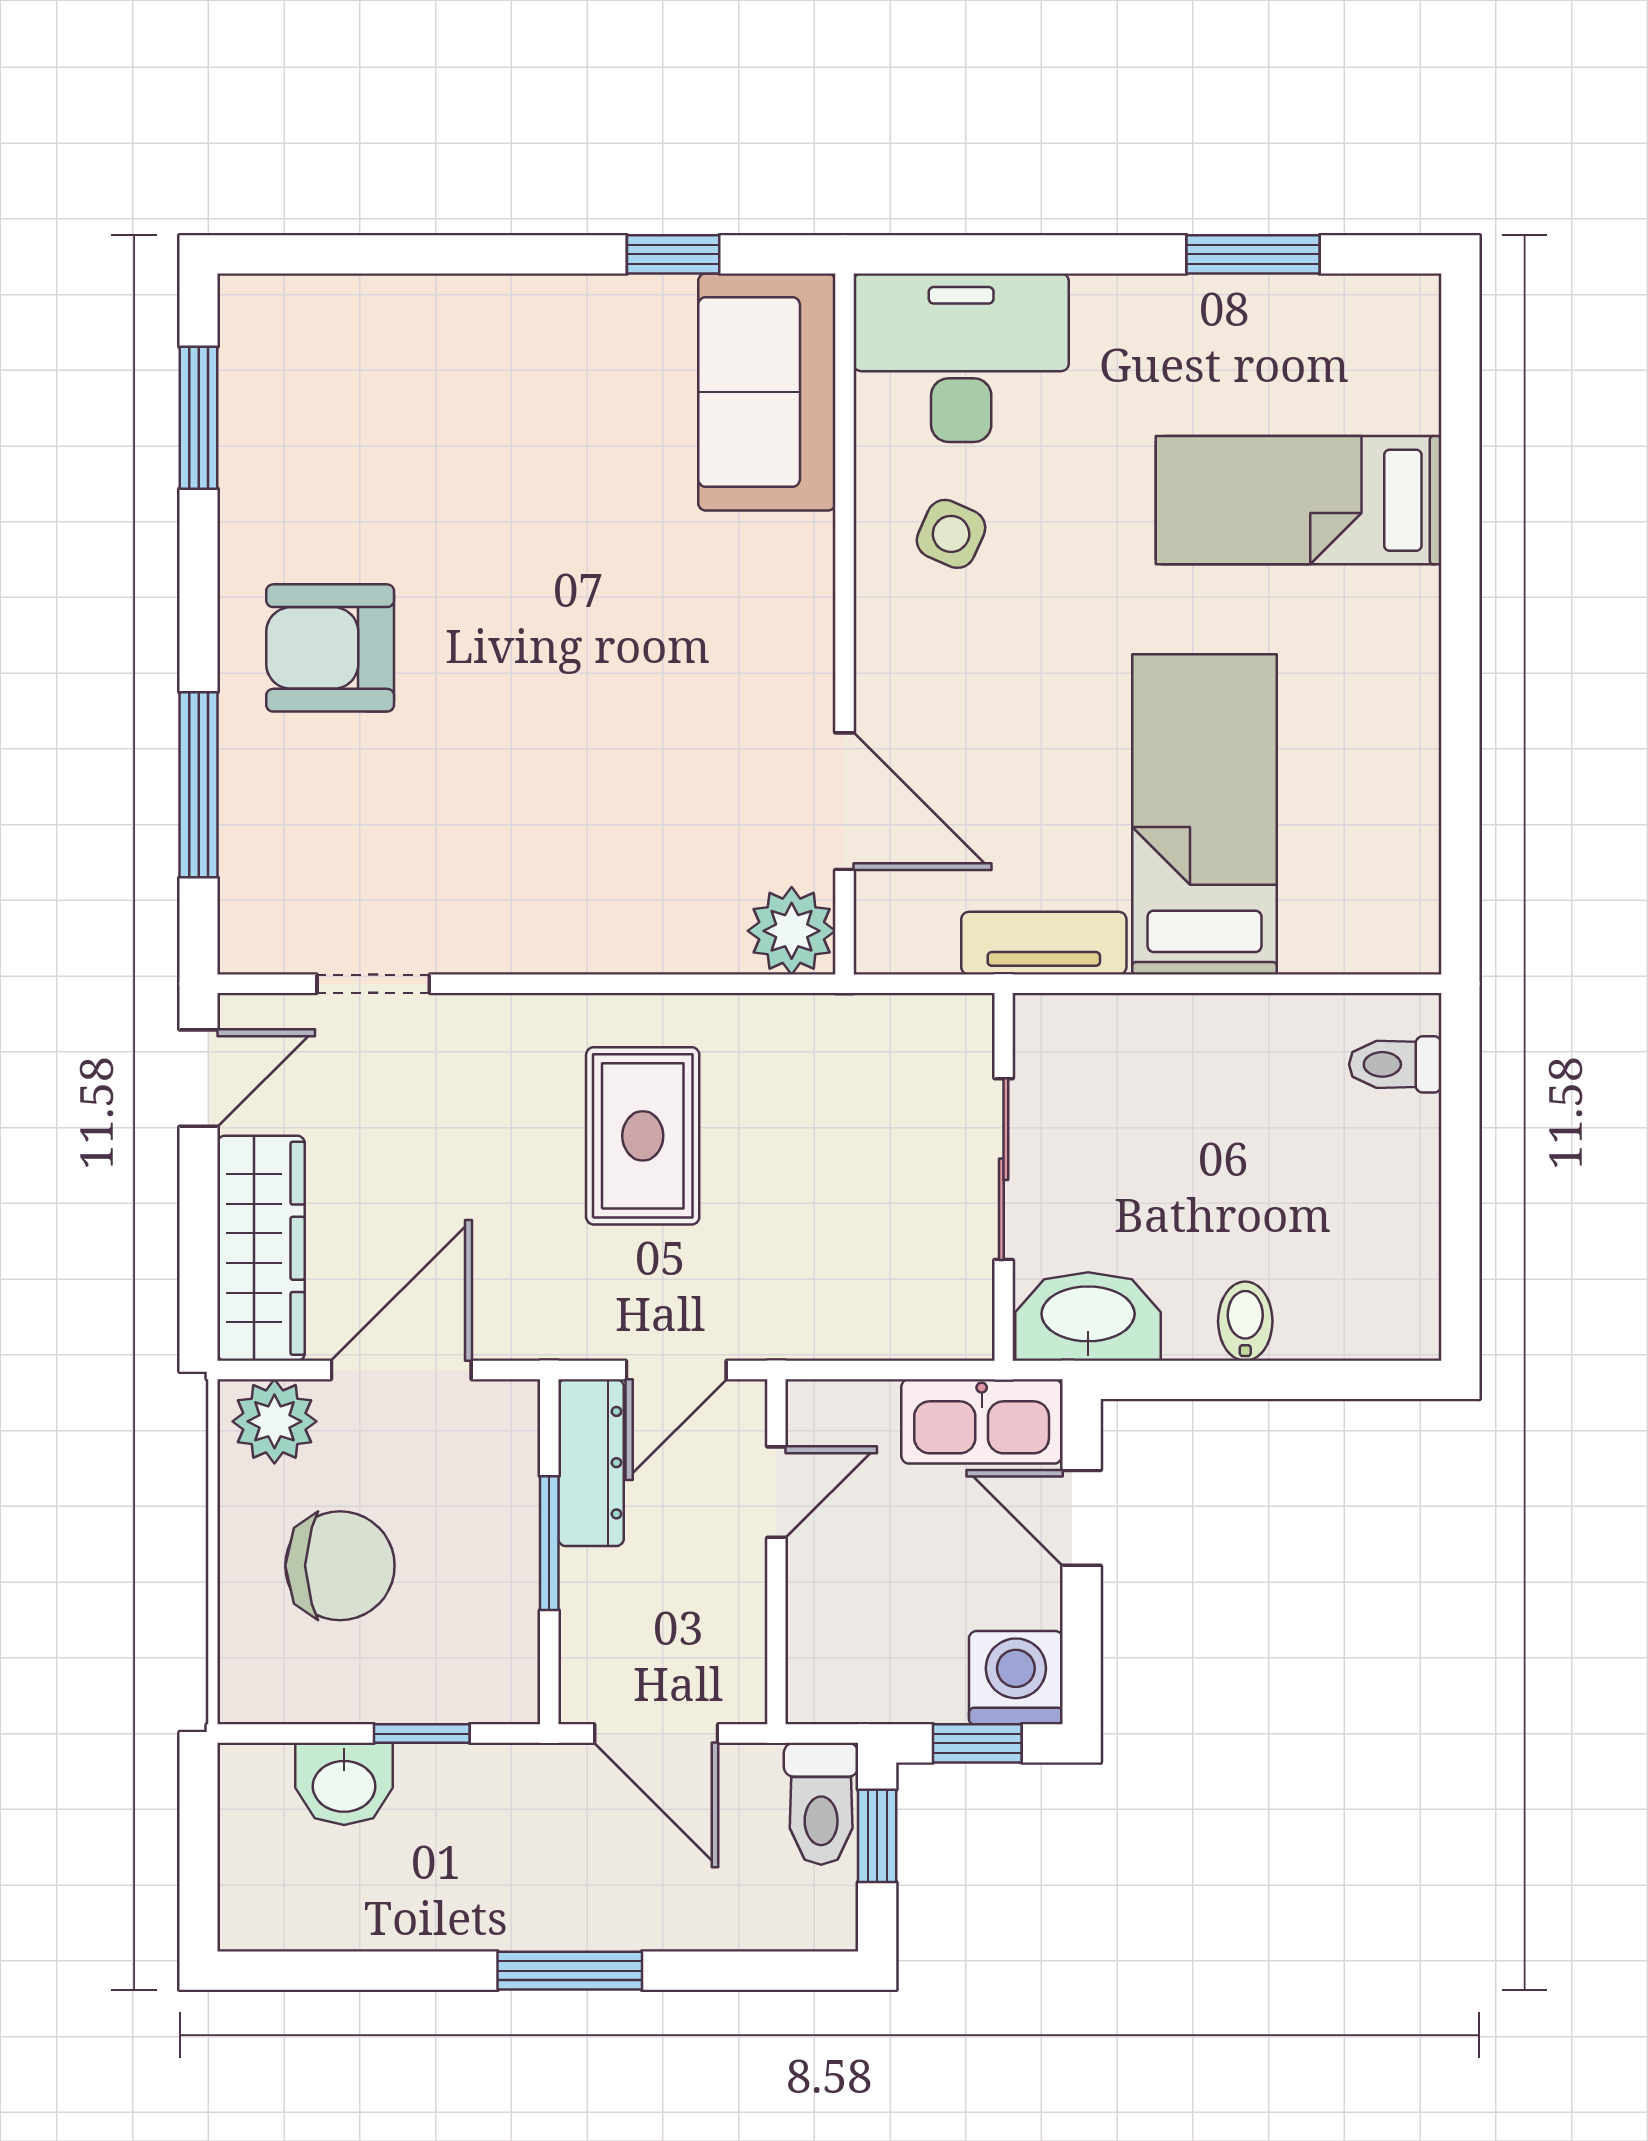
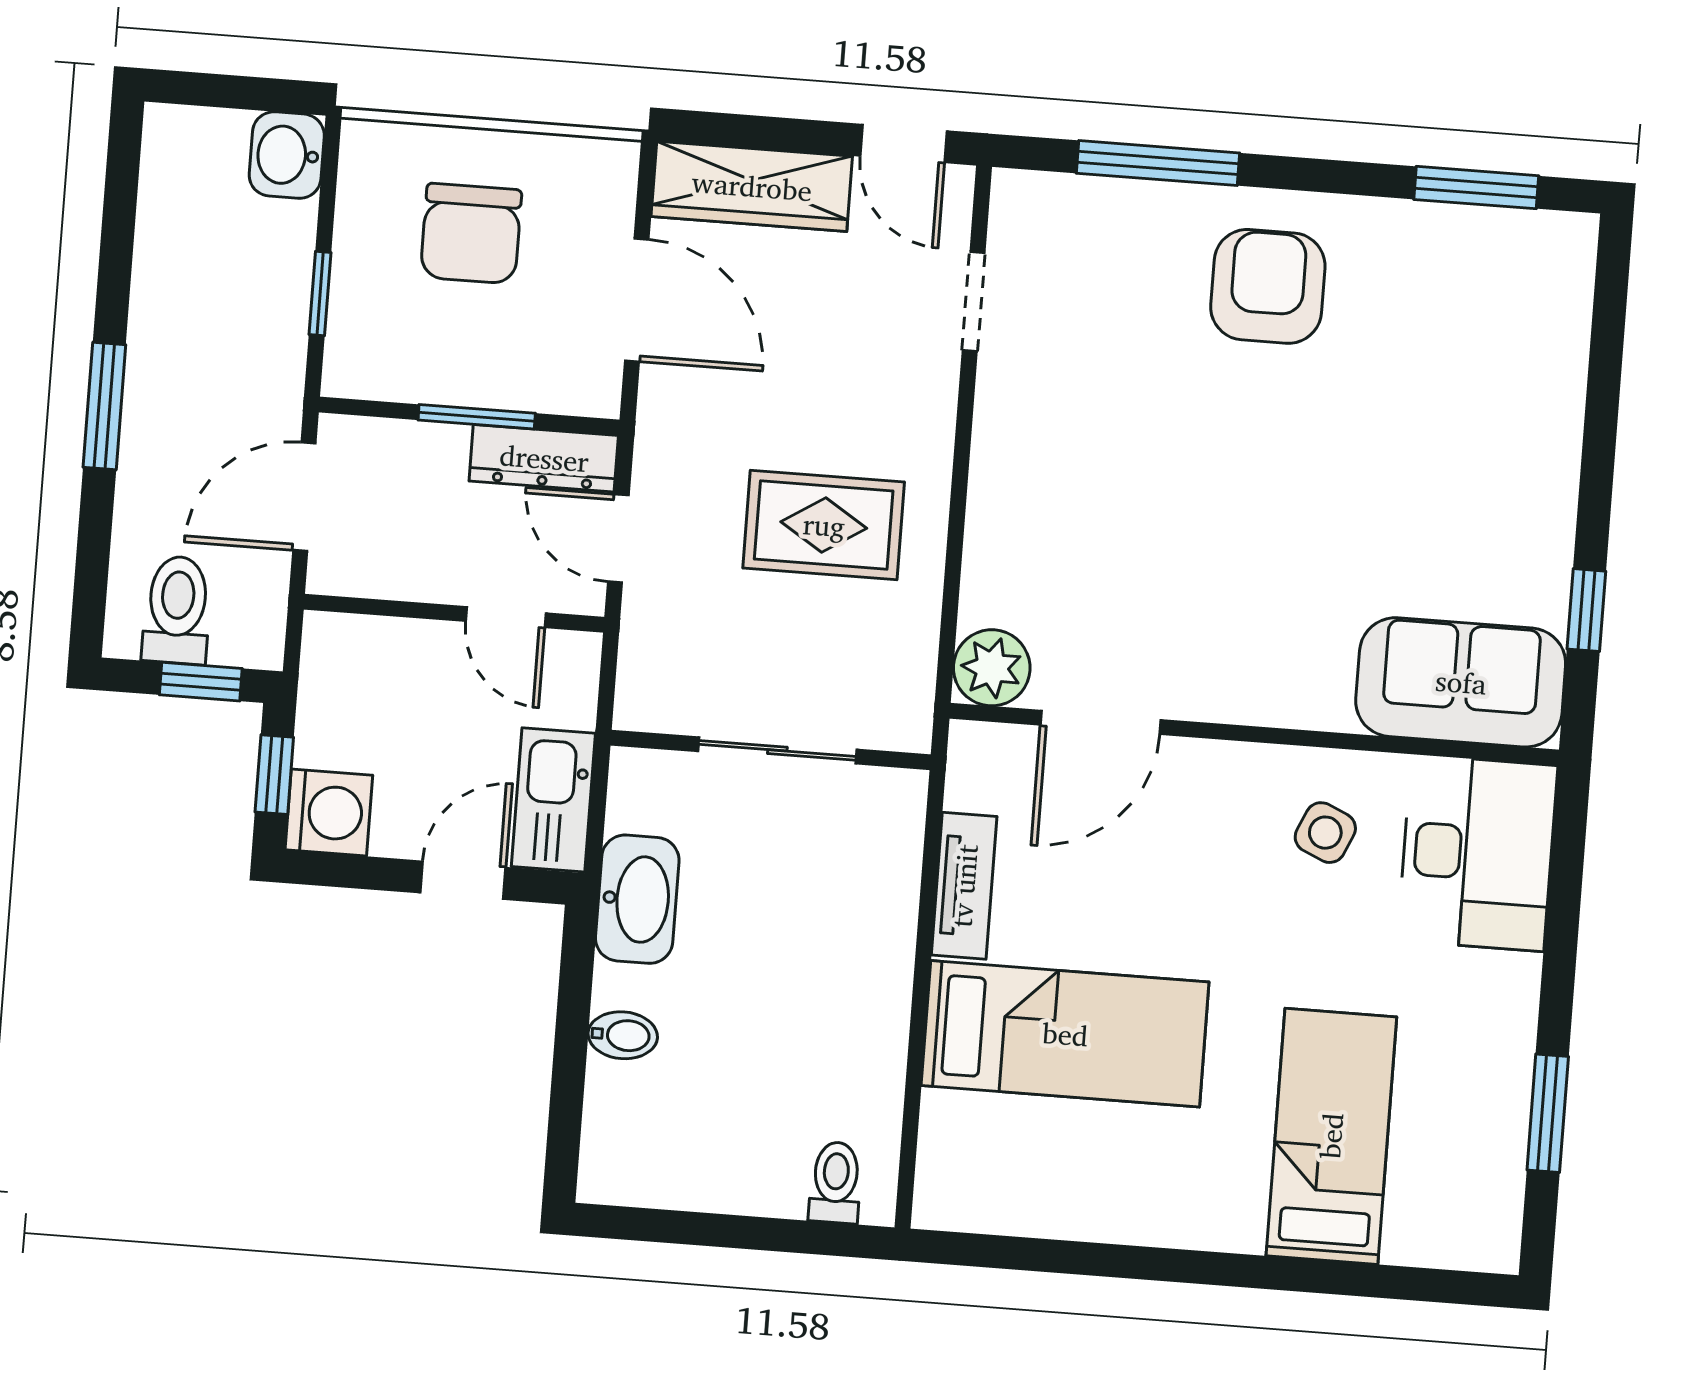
sliding door: (1004, 1169) -> (777, 750), moved
wall: (1004, 1177) -> (771, 750), moved
plant: (274, 1421) -> (601, 186), removed
washbasin: (344, 1784) -> (287, 155), moved
toilet: (821, 1804) -> (177, 610), moved, turned 90

